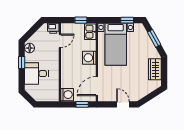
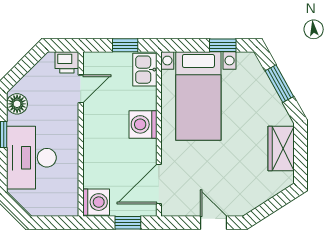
desk: (36, 74) -> (31, 158), width x1.37

